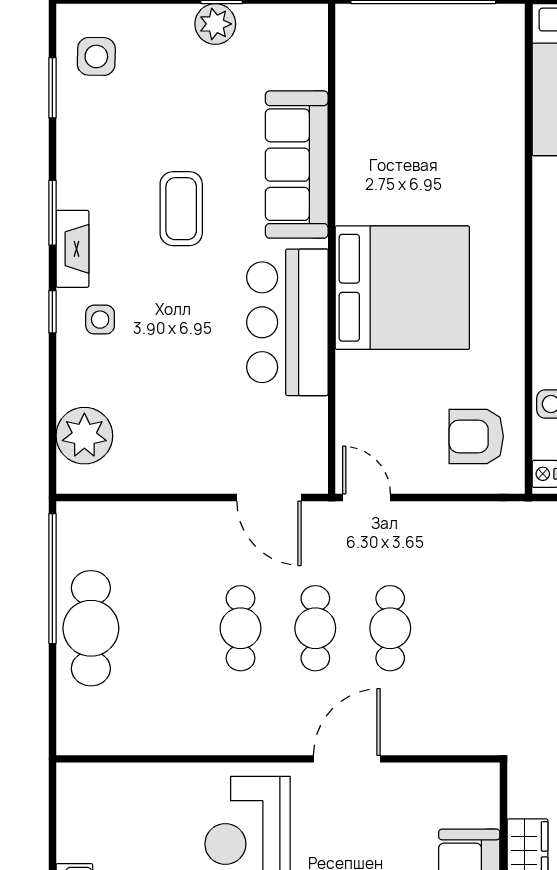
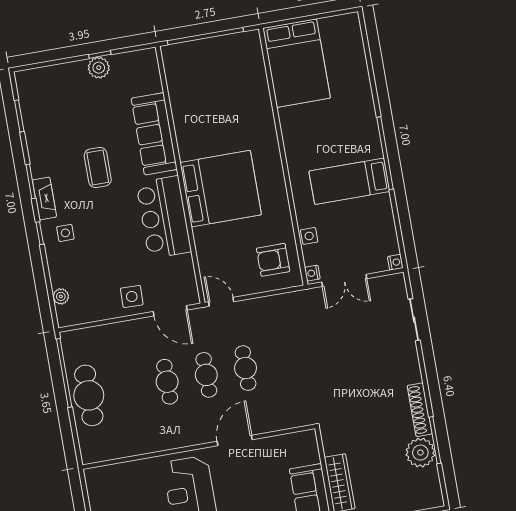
side table: (96, 56) -> (132, 296), moved
plant: (84, 436) -> (61, 296), width x0.53, depth x0.53

